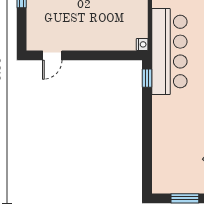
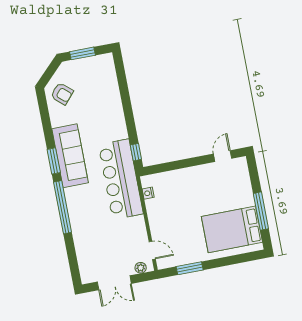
nightstand: (142, 44) -> (148, 193), moved

